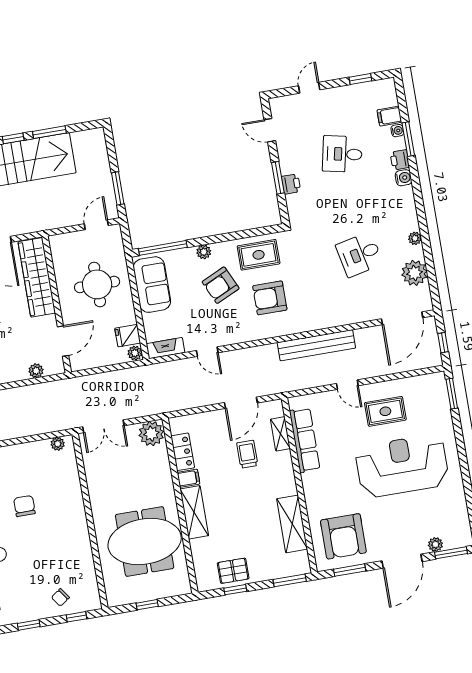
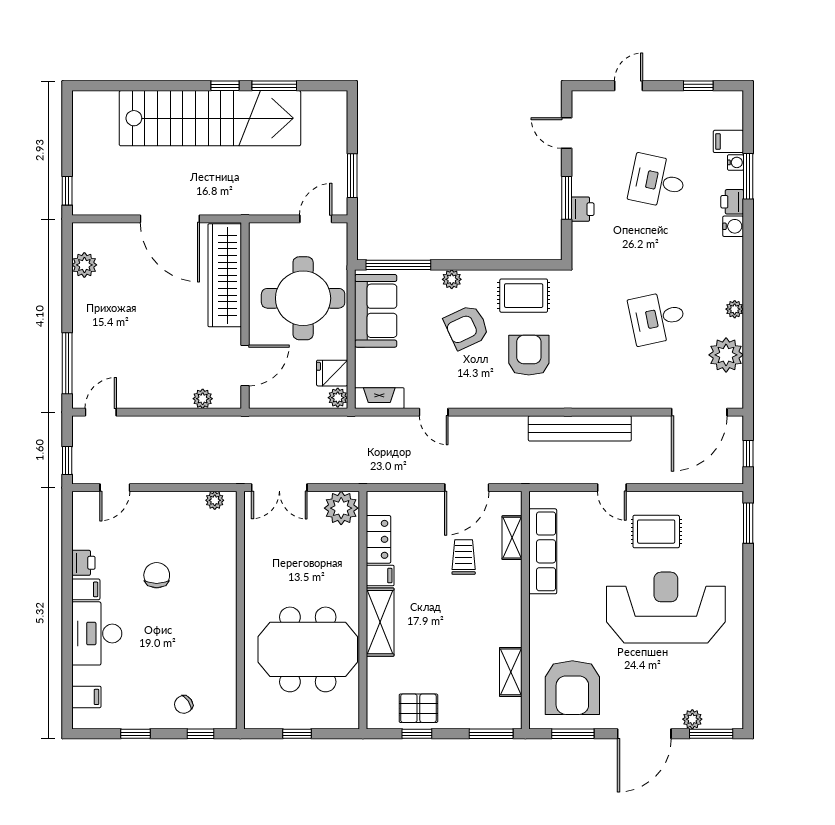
round table: (97, 284) -> (303, 298), width x1.36, depth x1.36
armchair: (270, 298) -> (529, 355), turned 90
shelving: (292, 524) -> (511, 672), width x0.67, depth x0.75

